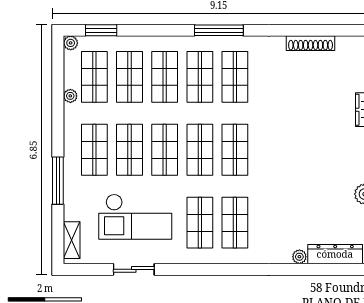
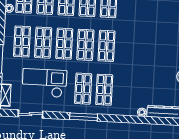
checkout: (135, 217) -> (44, 83), turned 180
sliding door: (134, 269) -> (31, 114), moved
window: (203, 269) -> (84, 117), added

